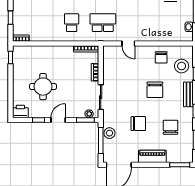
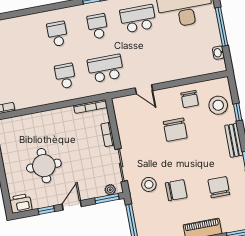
chair: (155, 90) -> (175, 130), moved
stool: (109, 133) -> (149, 184), moved

